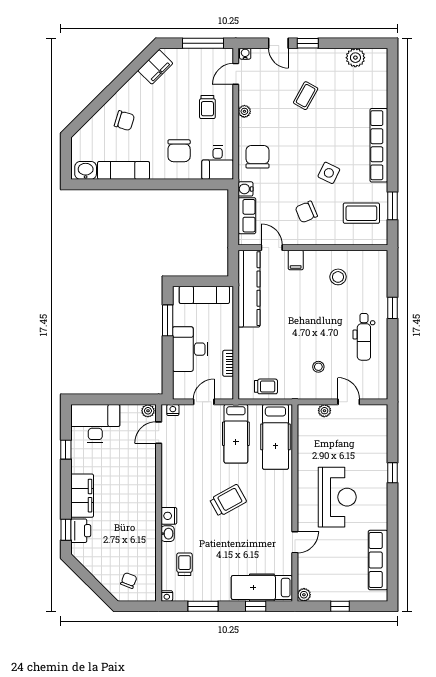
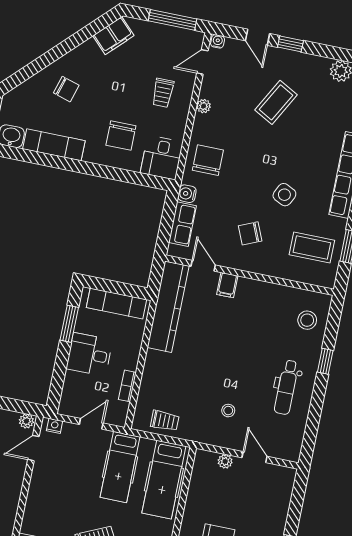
coffee table: (306, 96) -> (276, 102), width x1.36, depth x1.30
stool: (338, 277) -> (307, 320), moved
desk: (190, 349) -> (89, 354), width x0.73

